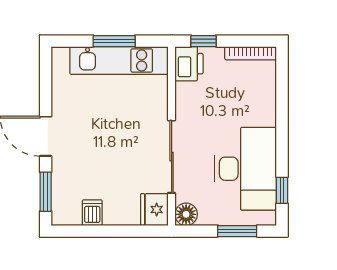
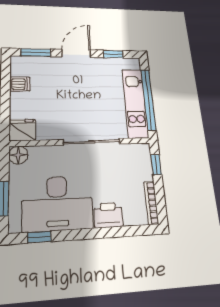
window: (114, 41) -> (148, 100), width x2.11
printer: (189, 64) -> (108, 215), moved, turned 180
window: (46, 84) -> (113, 54), added
sliding door: (172, 157) -> (92, 142), moved

